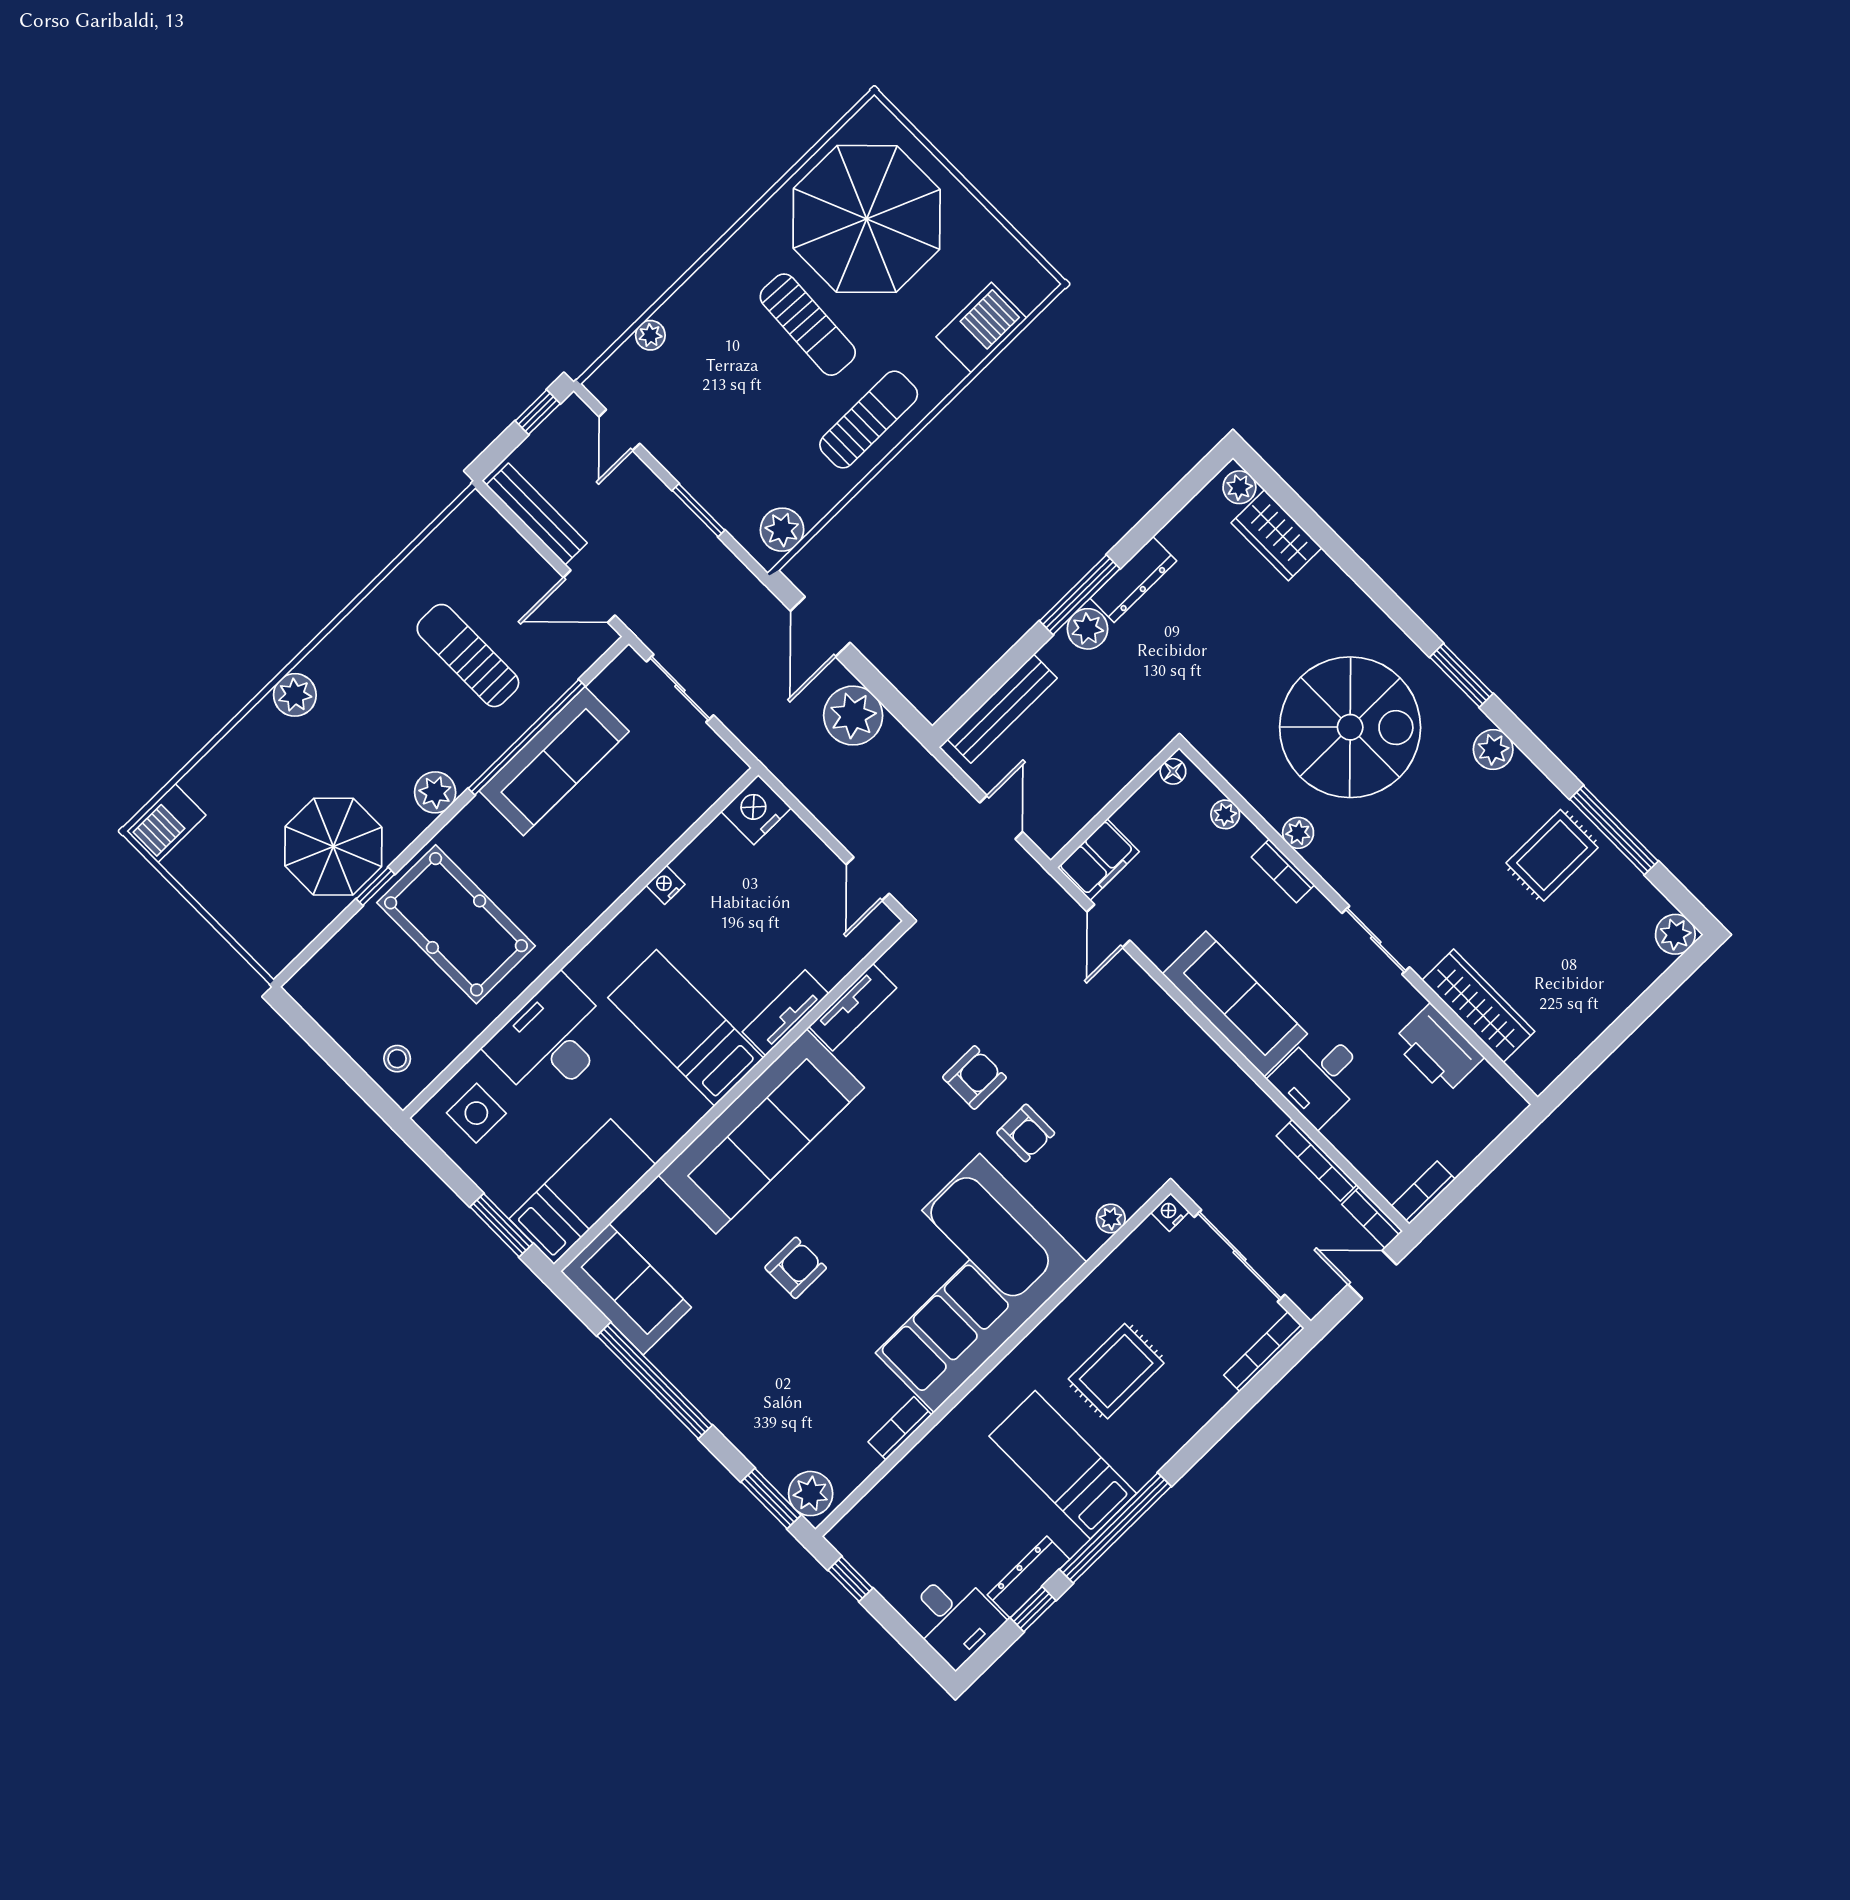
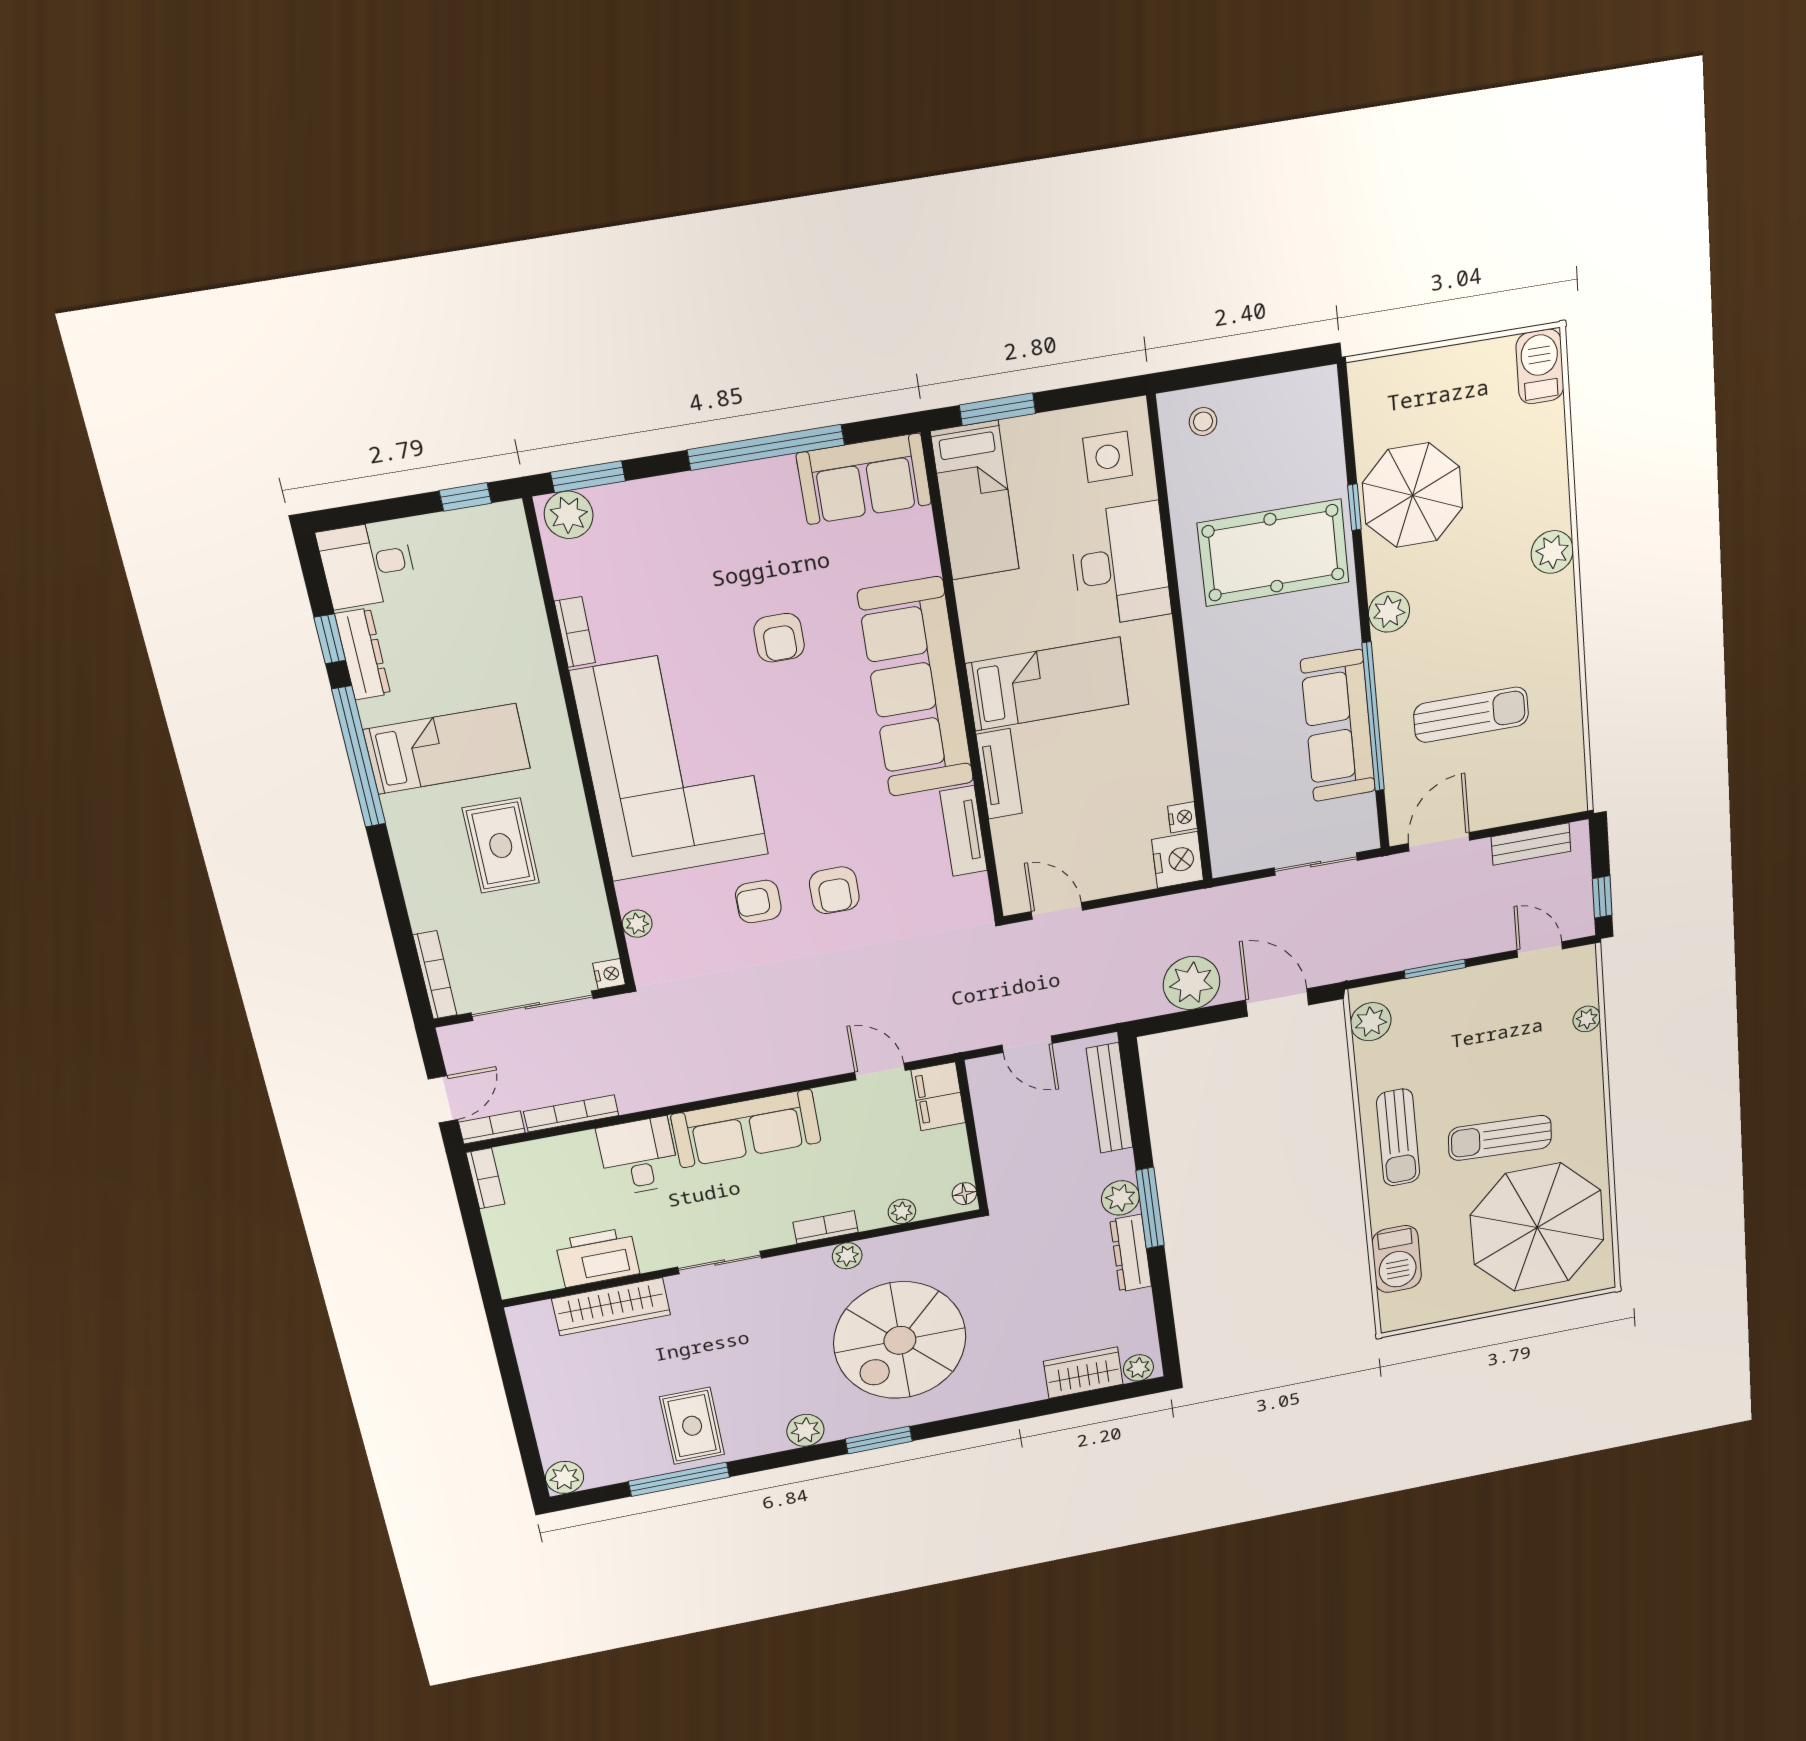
bench: (537, 514) -> (1531, 844), width x0.73
nightstand: (665, 885) -> (1182, 817), moved

